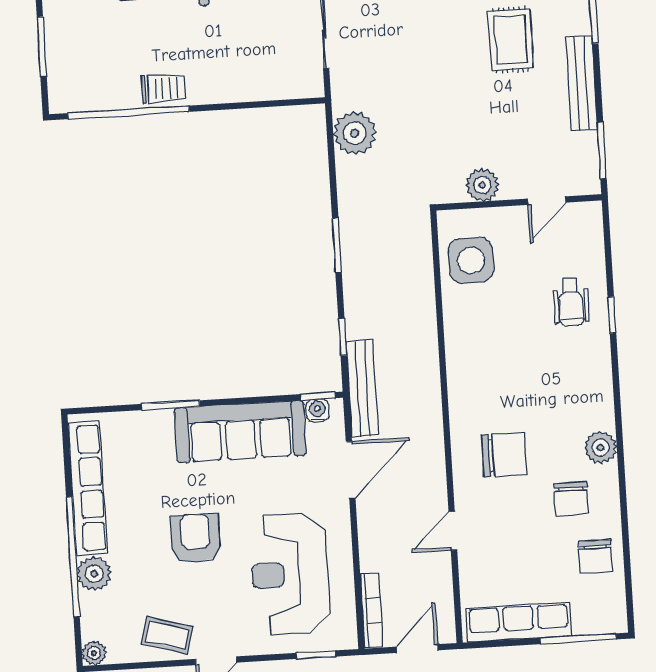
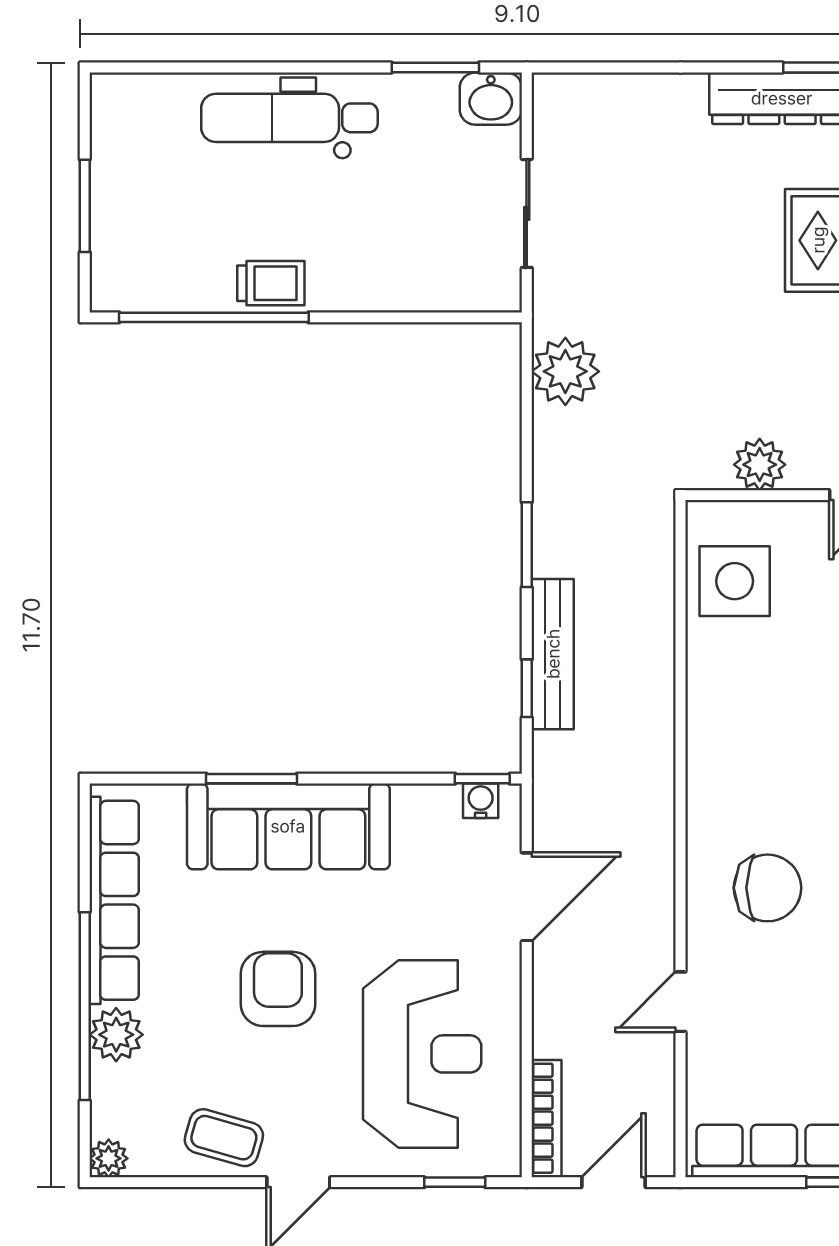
bench: (362, 388) -> (553, 654), moved
sofa: (240, 432) -> (288, 826), moved
reception desk: (290, 574) -> (422, 1054), turned 180

